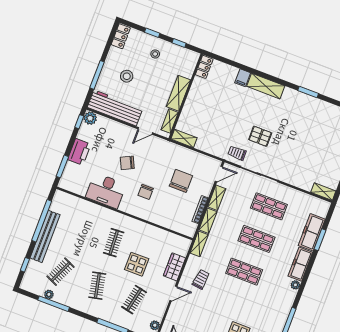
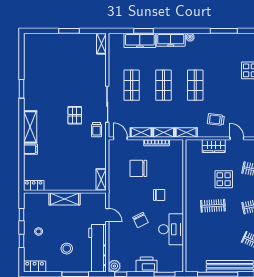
shelving: (170, 121) -> (91, 197), removed

